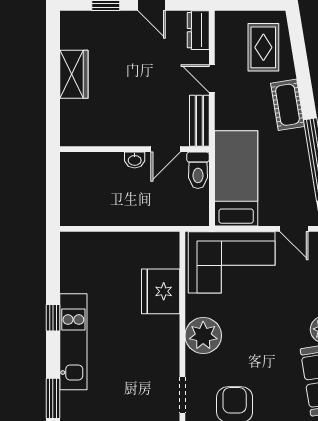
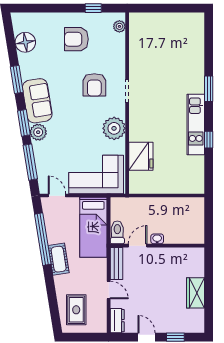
cot: (287, 105) -> (59, 259), moved

